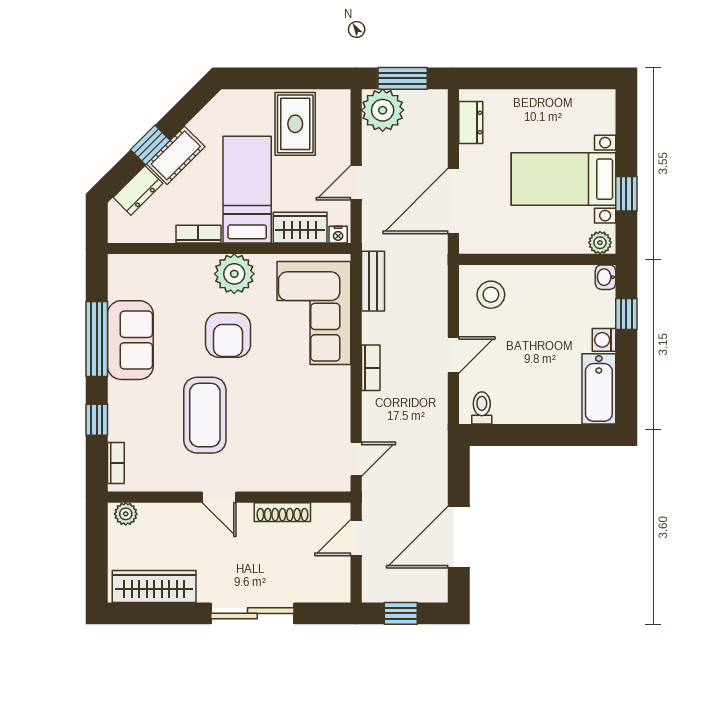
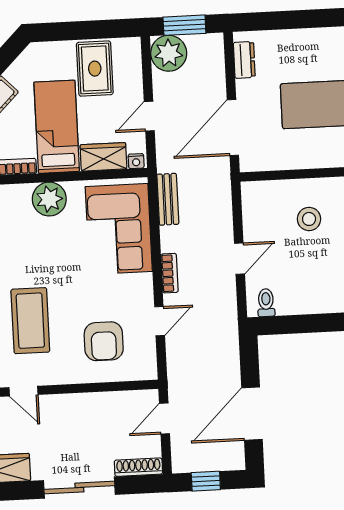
stool: (491, 295) -> (309, 219), moved
armchair: (228, 335) -> (104, 341), moved
door: (356, 459) -> (160, 321), moved
door: (219, 497) -> (23, 391), moved
shoe rack: (282, 512) -> (138, 467), moved, turned 180

